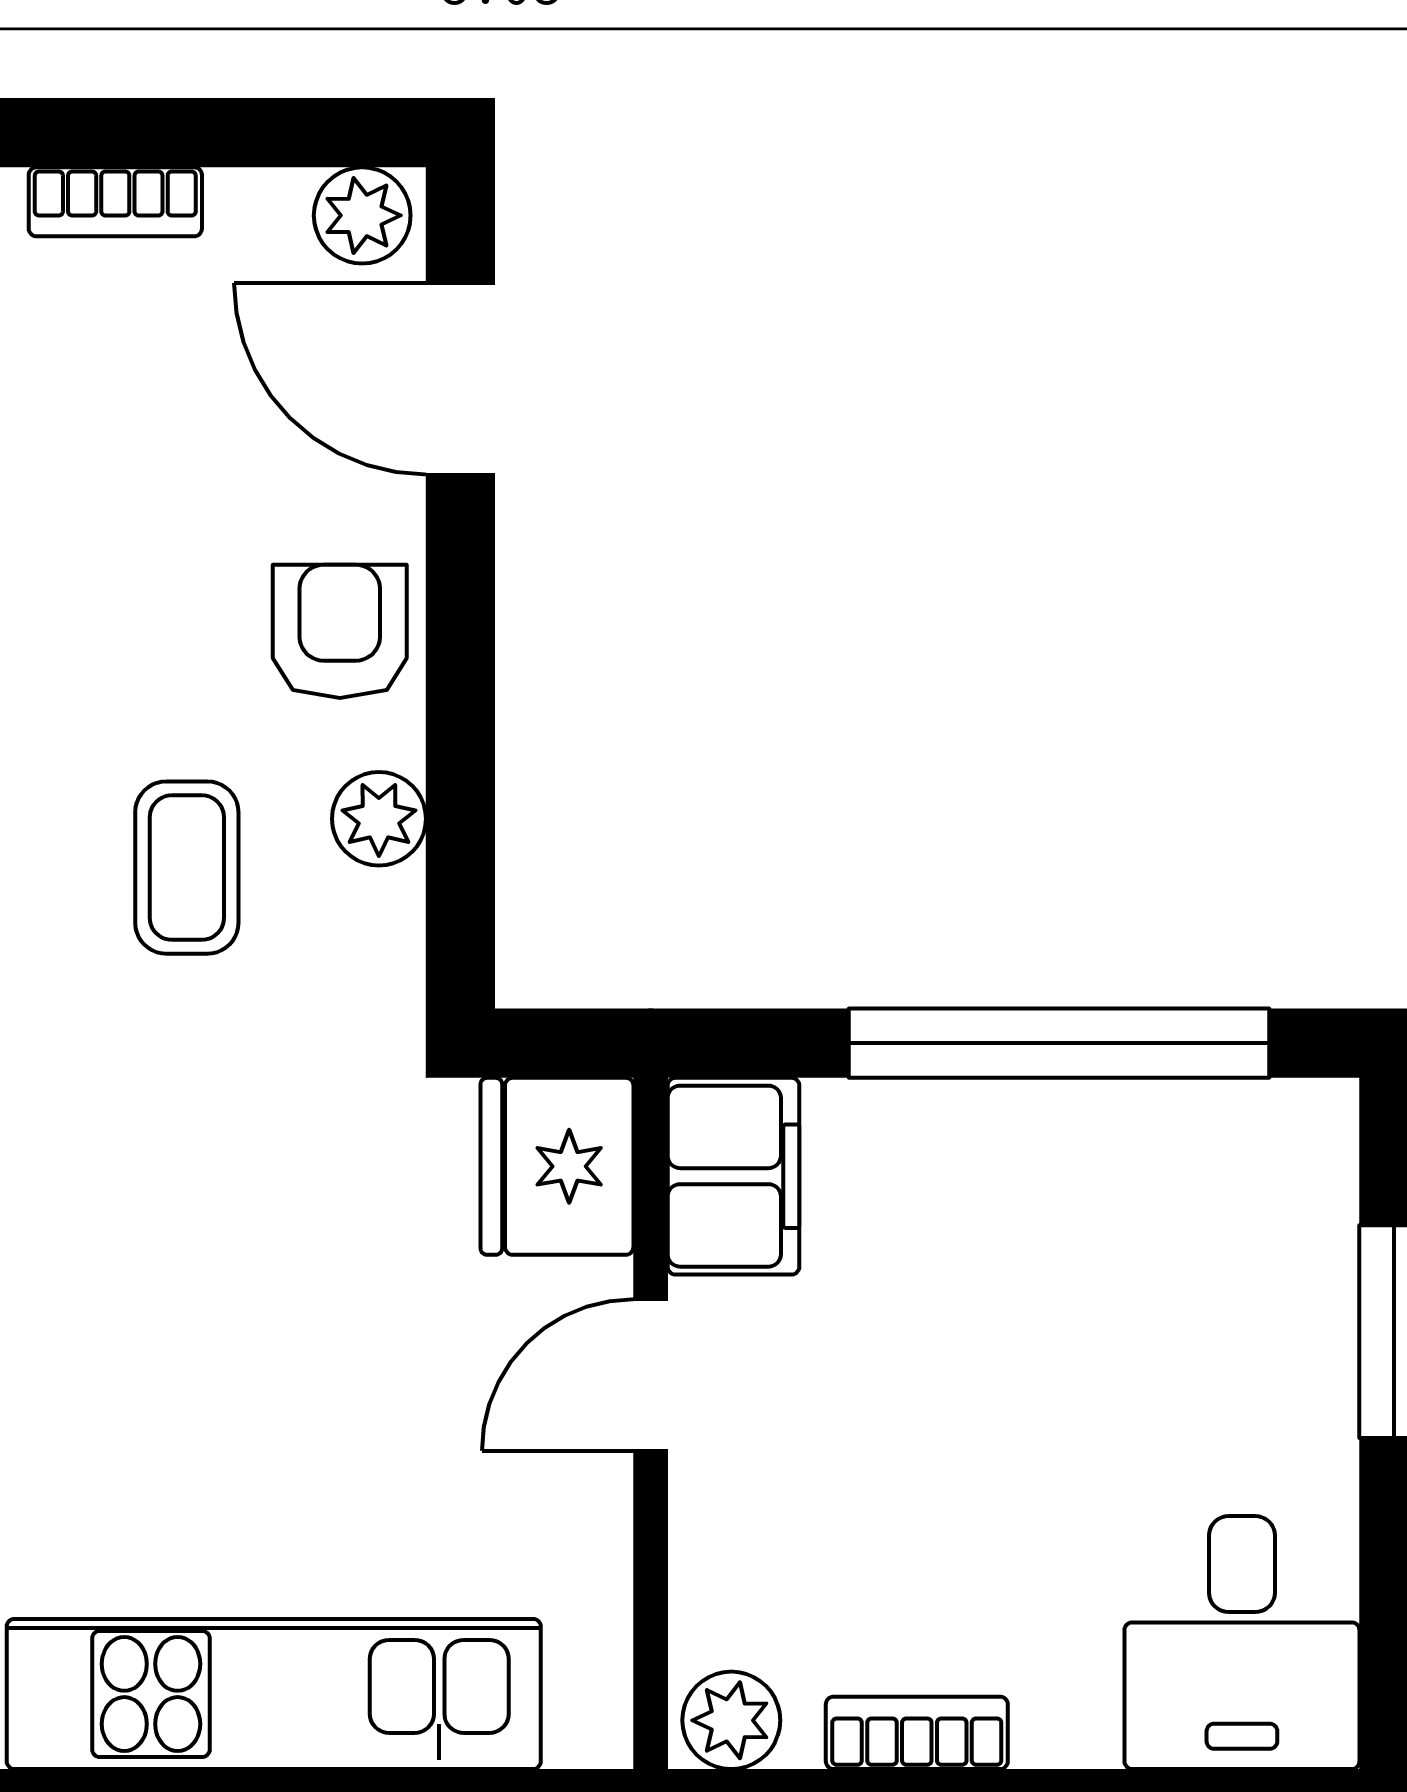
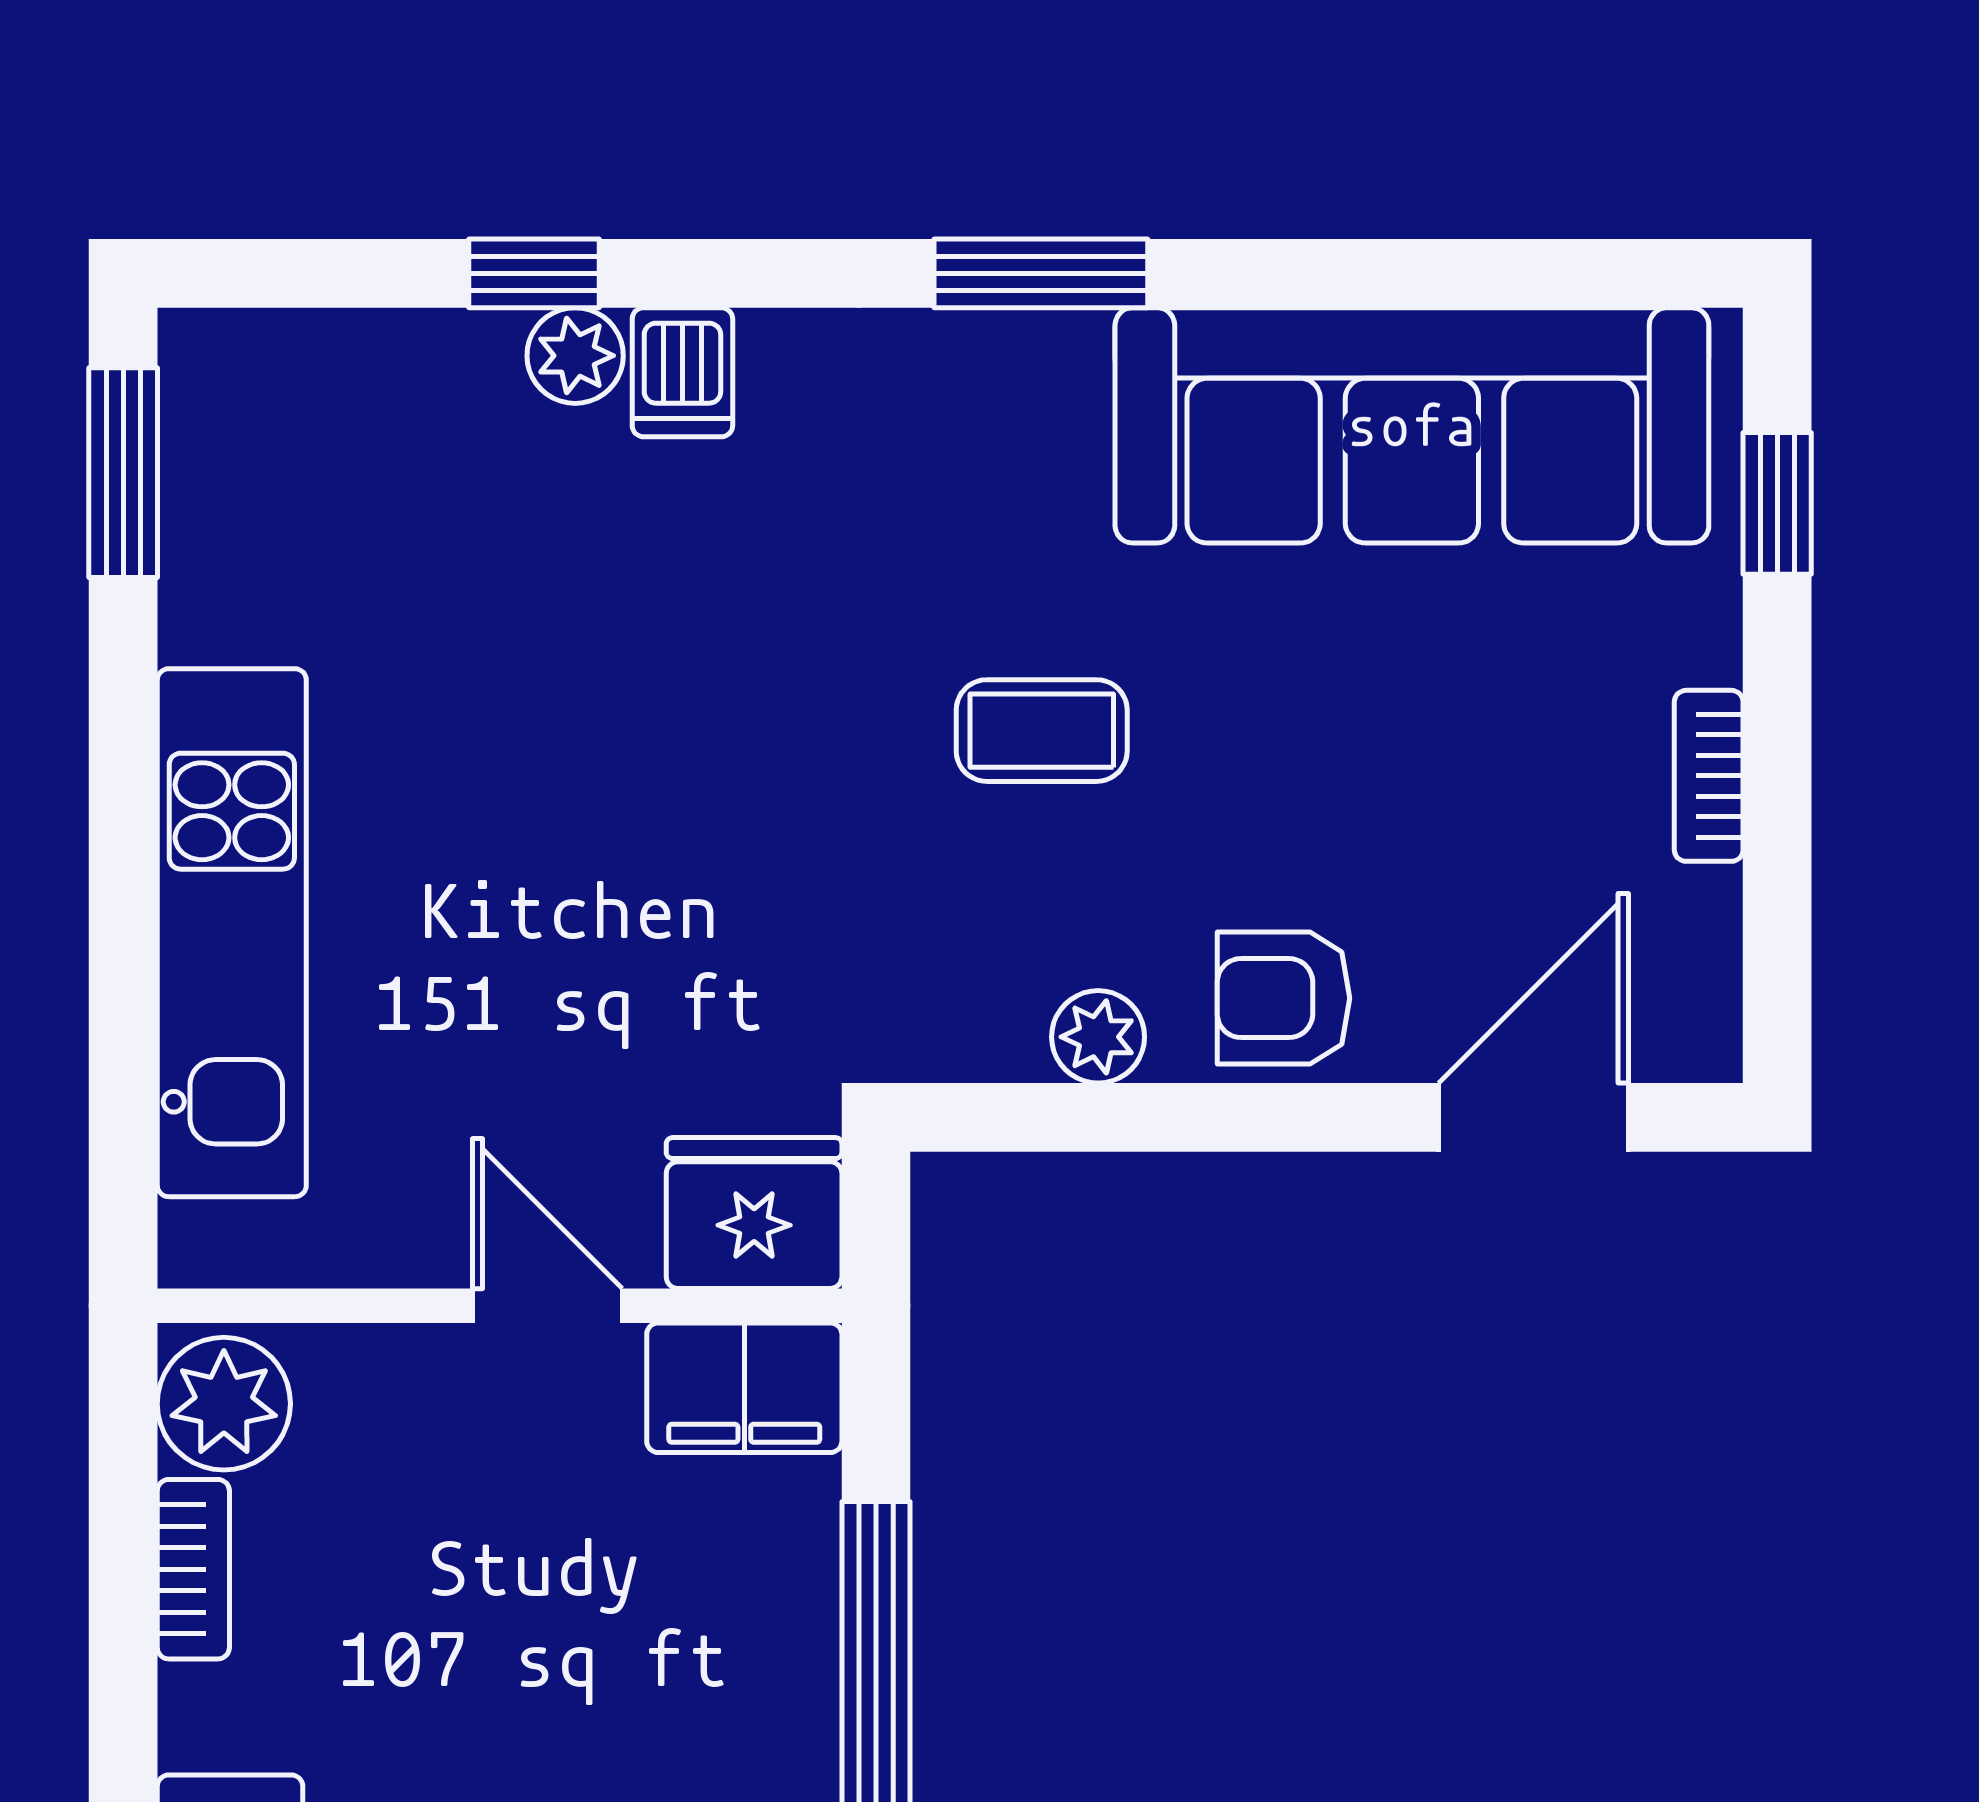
plant: (362, 215) -> (1695, 1020), removed
armchair: (340, 631) -> (1283, 998), turned 180
coffee table: (187, 868) -> (1042, 731), moved
plant: (731, 1720) -> (224, 1404), width x1.38, depth x1.38

